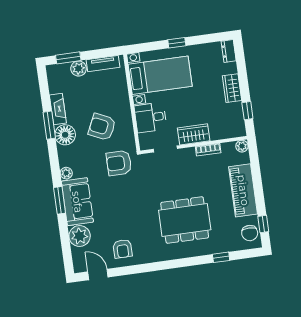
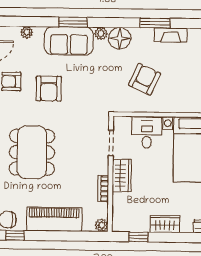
floor lamp: (65, 135) -> (120, 38), moved
armchair: (119, 163) -> (49, 89), moved, turned 180
plant: (80, 236) -> (27, 32), width x0.53, depth x0.53

